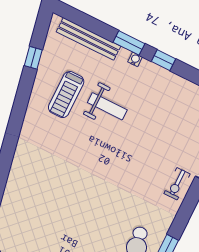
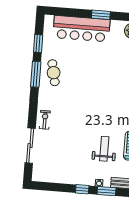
weight bench: (107, 106) -> (104, 149), turned 90

